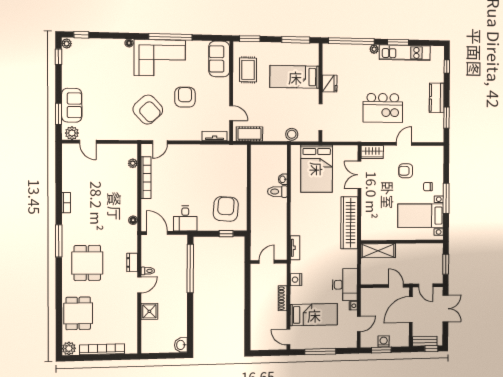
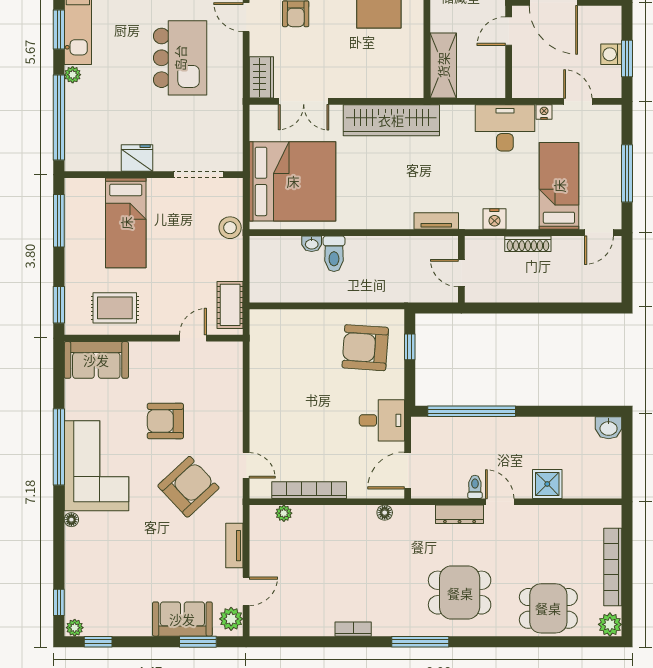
tv unit: (215, 136) -> (234, 546), moved
bed: (317, 169) -> (293, 181), width x1.36
dresser: (132, 262) -> (460, 514), width x1.44

